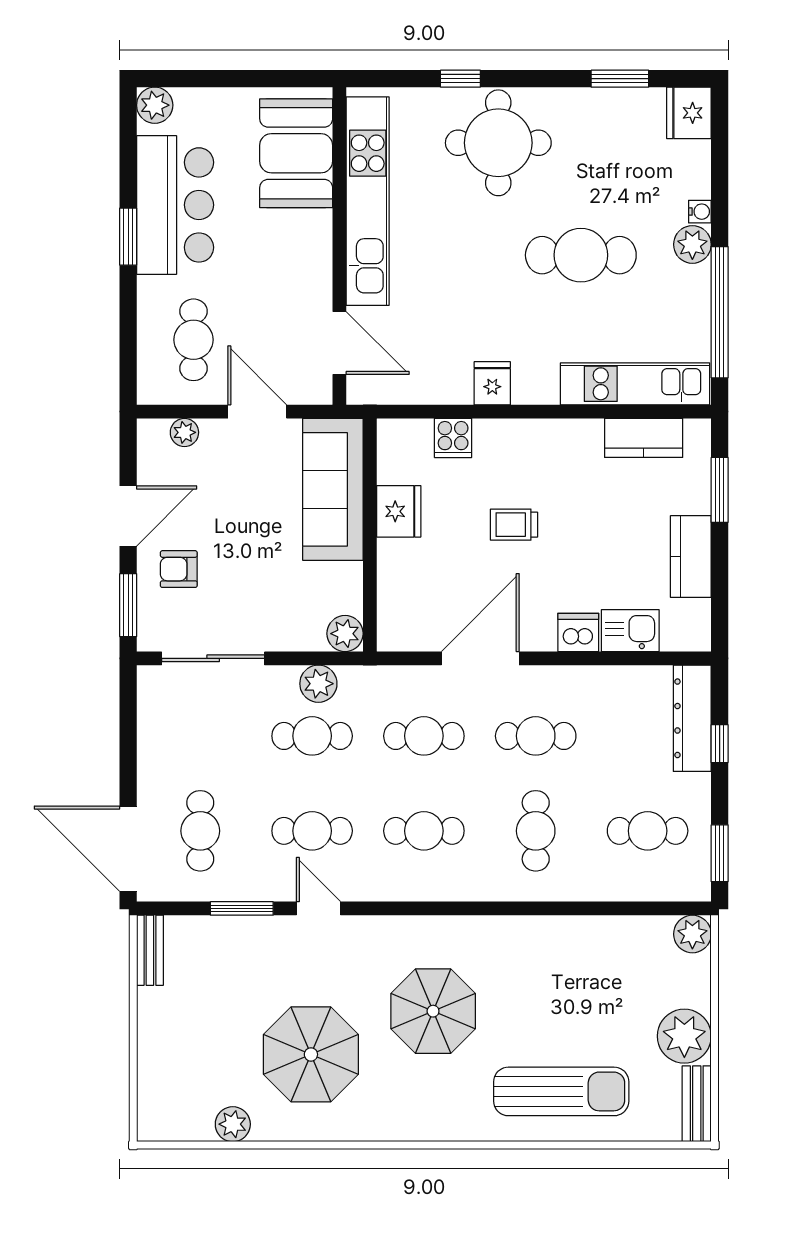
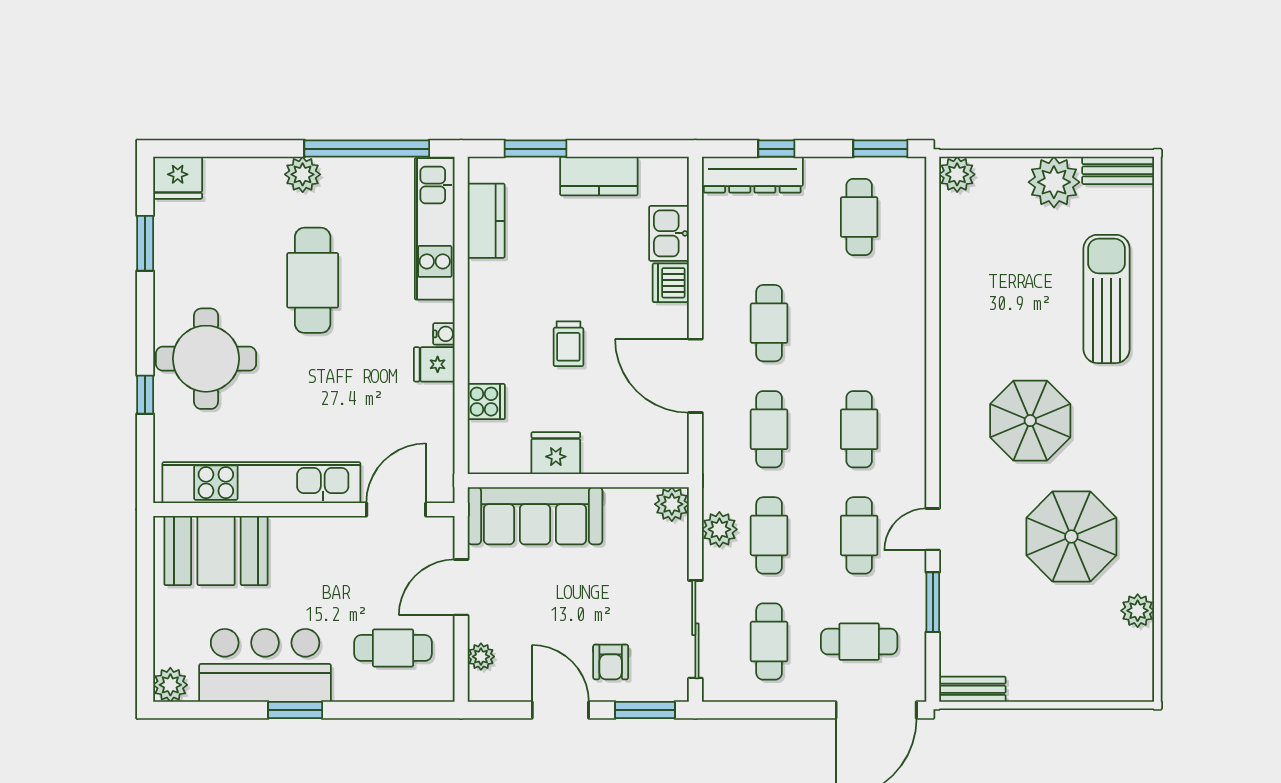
water cooler: (700, 212) -> (444, 334), moved, turned 90
cafe table: (536, 831) -> (769, 642), moved, turned 90

